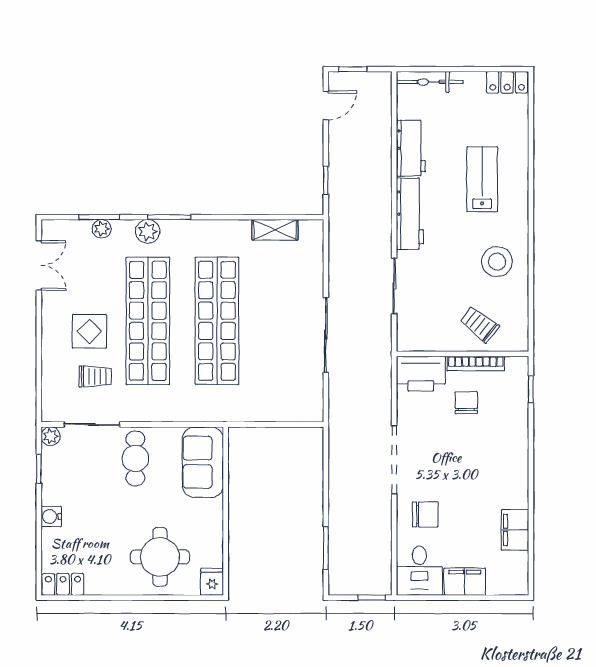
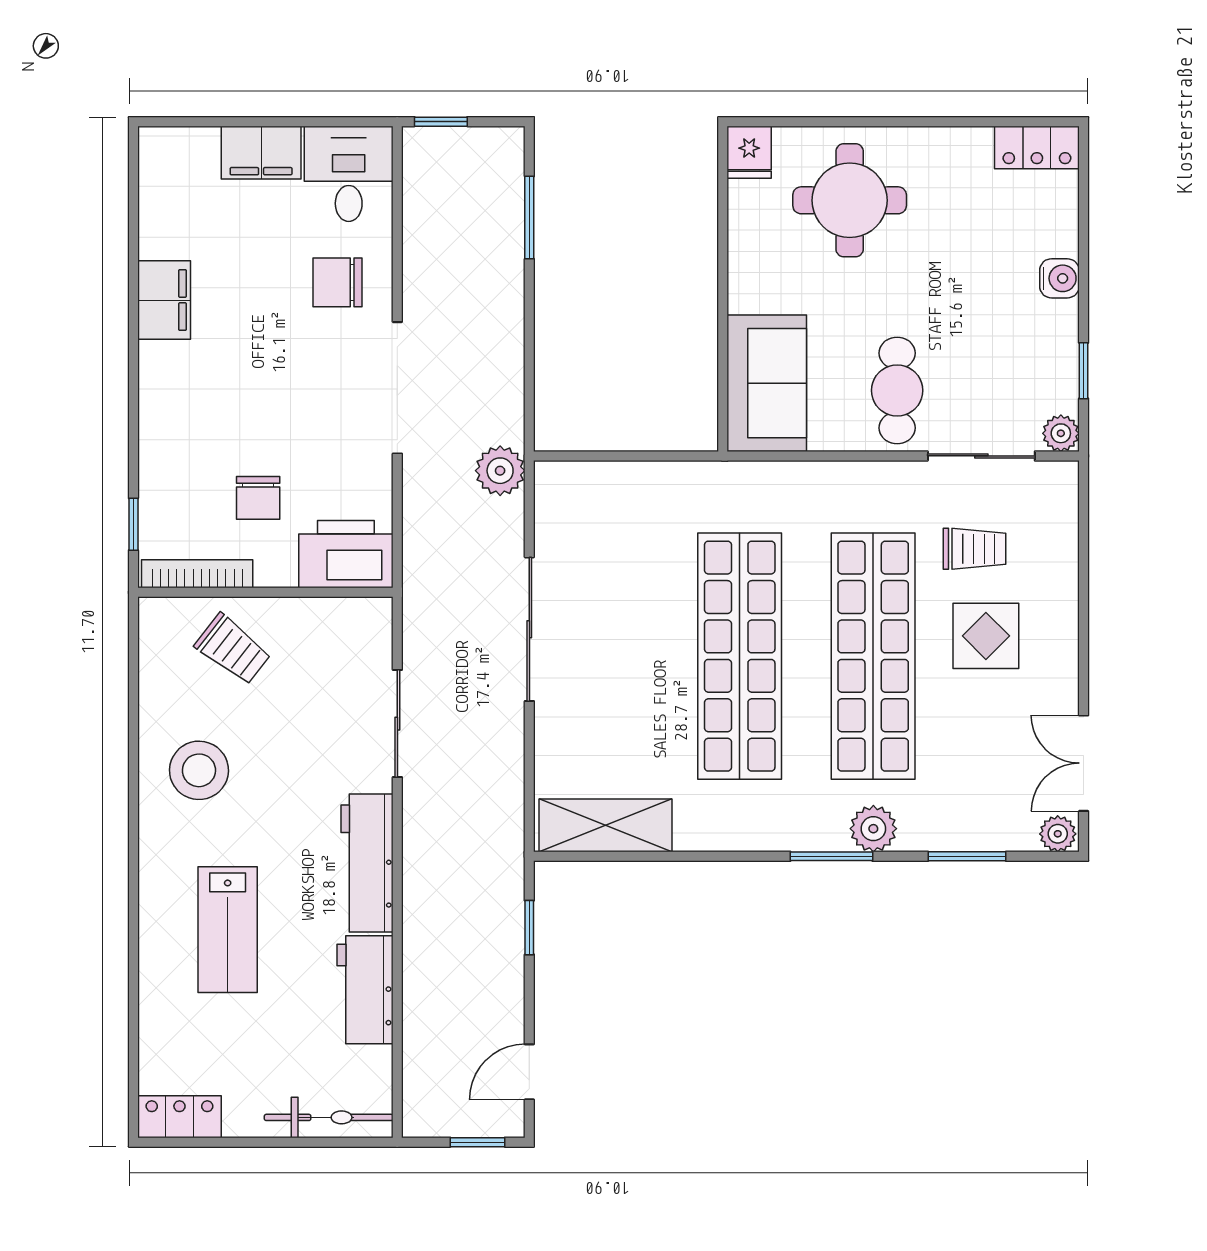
plant: (102, 229) -> (1058, 834), moved
shelving: (275, 230) -> (605, 825), width x1.50, depth x1.33
bookcase: (476, 364) -> (197, 574), moved
trolley: (95, 376) -> (975, 549), turned 180
plant: (341, 417) -> (500, 471), added
filing cabinet: (515, 530) -> (164, 300), moved

